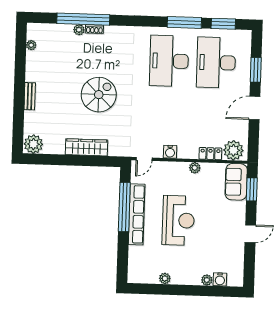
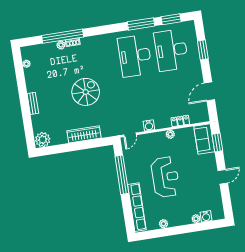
door: (254, 108) -> (209, 91), moved
plant: (233, 150) -> (197, 115), removed
row of seats: (137, 214) -> (137, 207), moved

